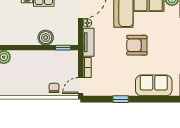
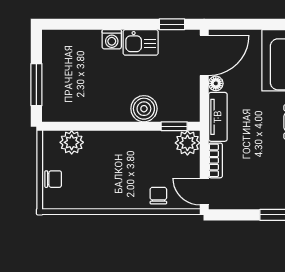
plant: (71, 57) -> (187, 143), added
door: (81, 86) -> (204, 191), hinge flipped

